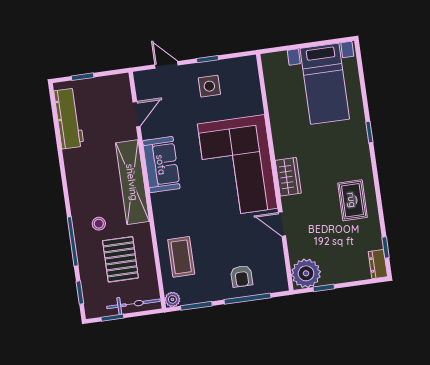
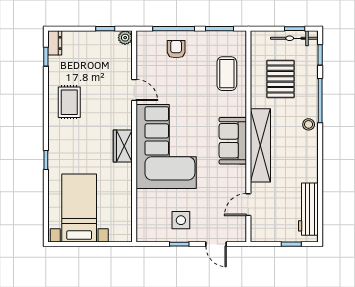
sofa: (161, 165) -> (233, 141), moved
wardrobe: (288, 177) -> (123, 146), moved
stool: (99, 224) -> (309, 124), moved
plant: (306, 273) -> (125, 38), width x0.53, depth x0.53
plant: (172, 299) -> (240, 37), removed
bicycle: (133, 304) -> (294, 38), moved

